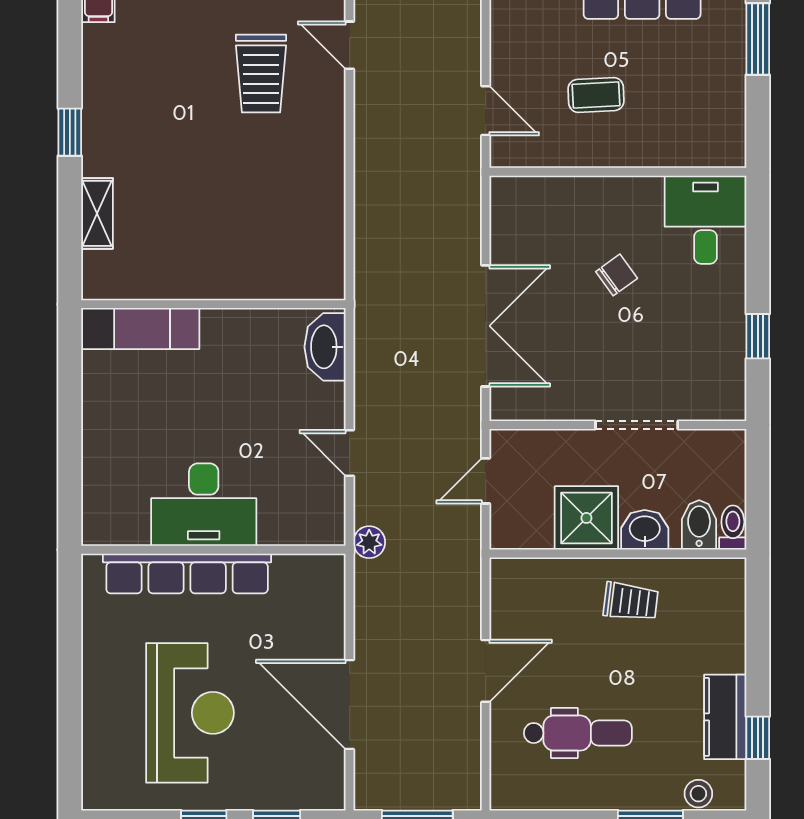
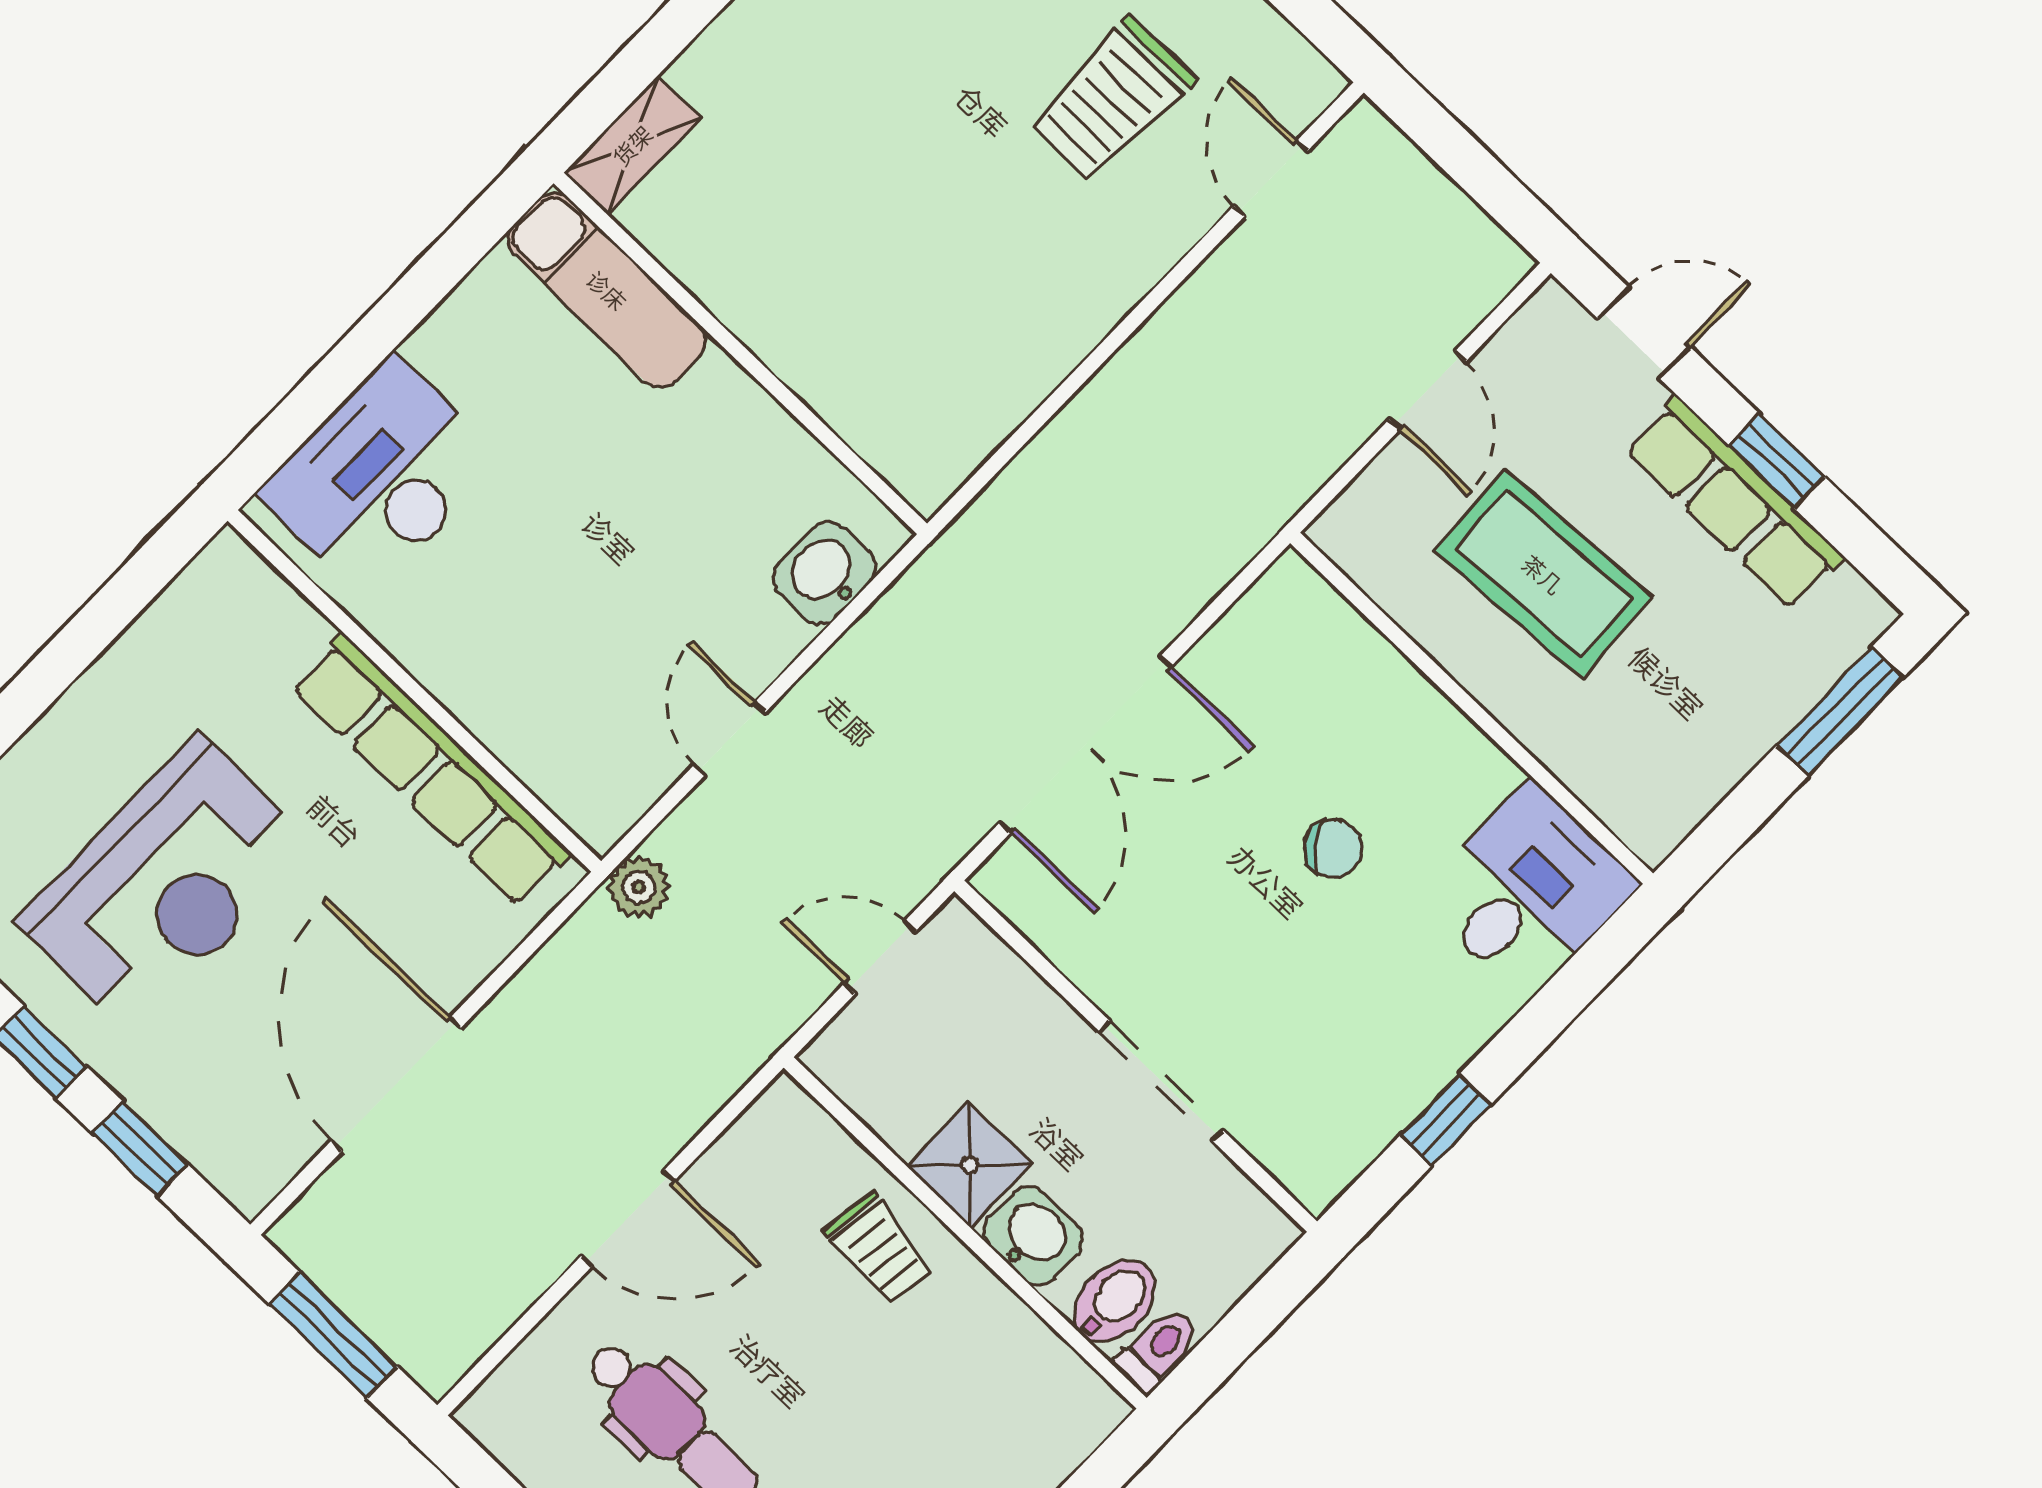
coffee table: (596, 95) -> (1543, 574), width x1.86, depth x1.72
door: (486, 111) -> (1427, 391), moved
shelving: (97, 213) -> (632, 145), moved
washbasin: (325, 347) -> (825, 573), width x0.72
desk: (204, 505) -> (380, 476), moved, turned 90
shower: (586, 518) -> (969, 1165), width x0.73, depth x0.73
row of seats: (187, 573) -> (431, 770), moved
trolley: (631, 602) -> (879, 1249), moved

